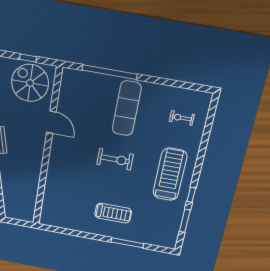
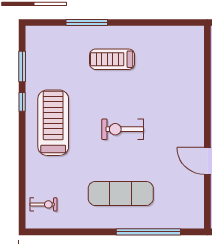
exercise mat: (127, 108) -> (121, 193), turned 90
exercise bike: (182, 118) -> (44, 204), moved
treadmill: (170, 174) -> (53, 123), turned 180

